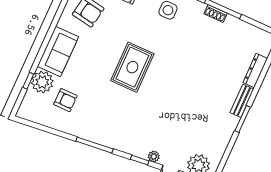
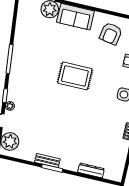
armchair: (65, 100) -> (40, 30), removed
bench: (242, 101) -> (47, 161), moved

